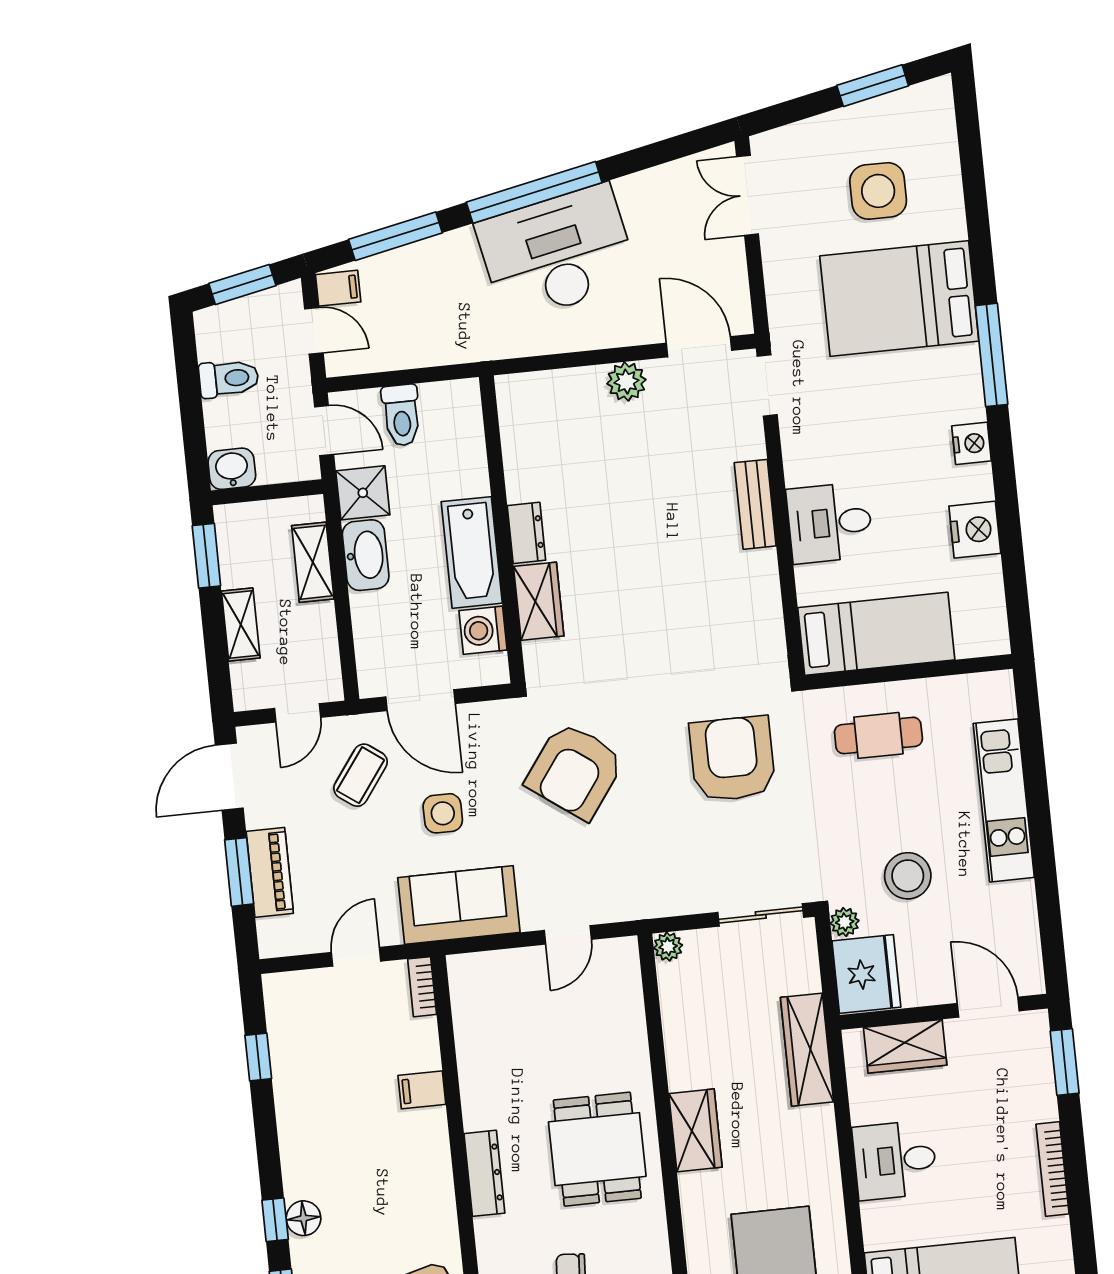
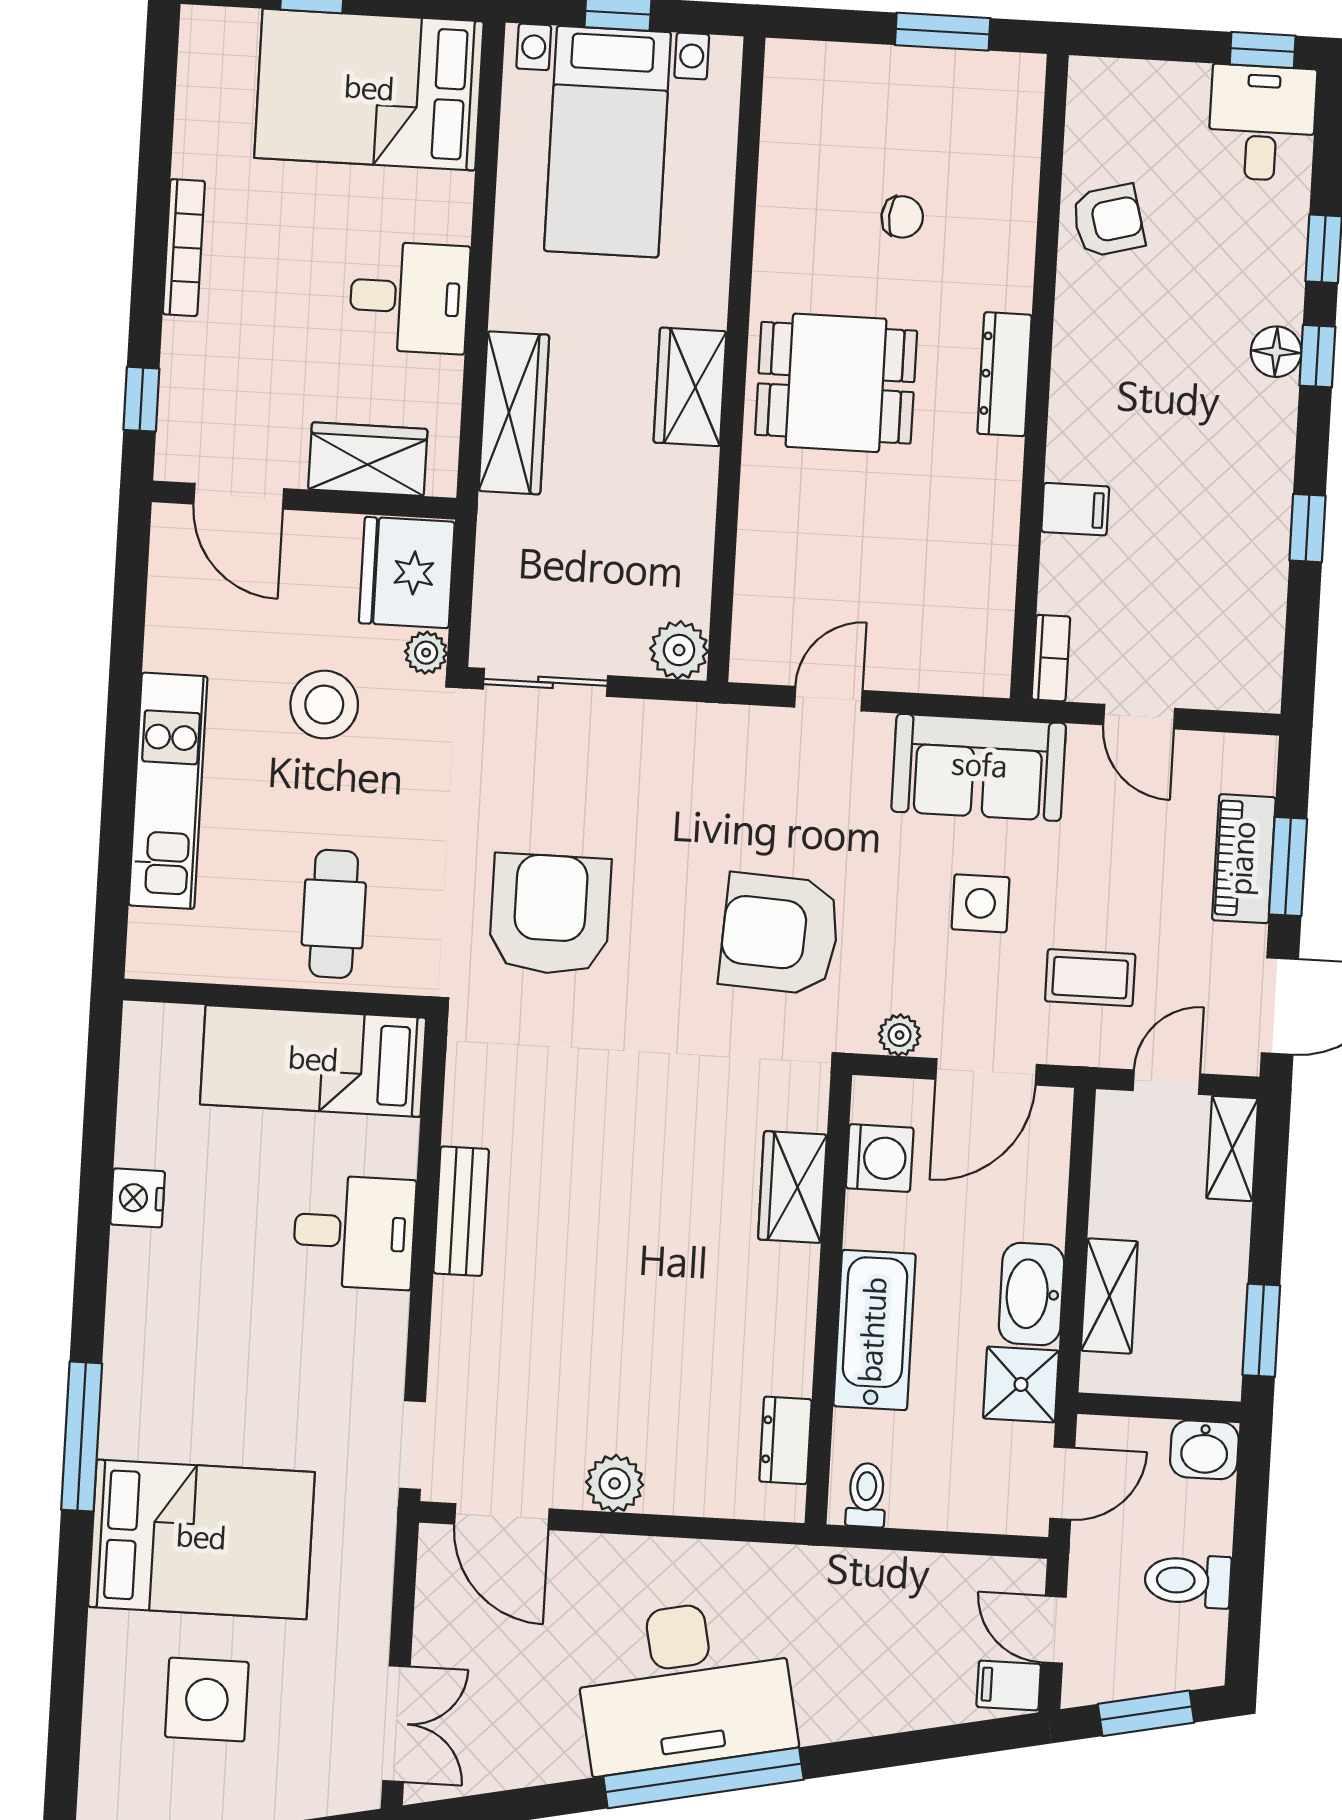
window: (395, 236) -> (914, 1747), removed
toilet: (401, 415) -> (866, 1495), moved, width x0.73, depth x0.72
door: (324, 431) -> (1062, 1483), swing flipped
nightstand: (972, 443) -> (131, 1314), removed
bench: (755, 504) -> (461, 1211), moved
nightstand: (975, 530) -> (138, 1198), width x0.74, depth x0.75
dresser: (526, 533) -> (785, 1440), moved
bathtub: (472, 552) -> (875, 1330), moved
shelving: (241, 625) -> (1232, 1148), moved
door: (421, 700) -> (986, 1072), swing flipped
plant: (483, 716) -> (900, 1035), added
cafe table: (878, 735) -> (334, 914), turned 90
armchair: (732, 759) -> (550, 914), turned 180
armchair: (575, 771) -> (780, 934), turned -123
coffee table: (361, 775) -> (1090, 978), turned 54
plant: (668, 947) -> (679, 650), width x1.38, depth x1.38
door: (356, 957) -> (1139, 717), hinge flipped
wardrobe: (807, 1050) -> (514, 413), moved
window: (258, 1057) -> (1308, 528), moved
window: (1065, 1062) -> (141, 399), width x0.67
dining table: (597, 1149) -> (836, 383), turned 90

